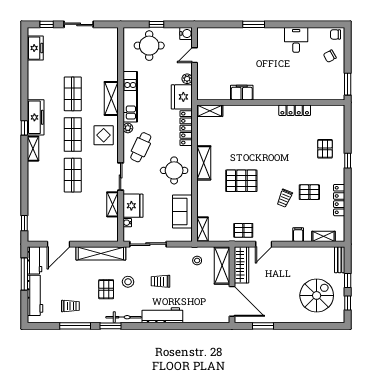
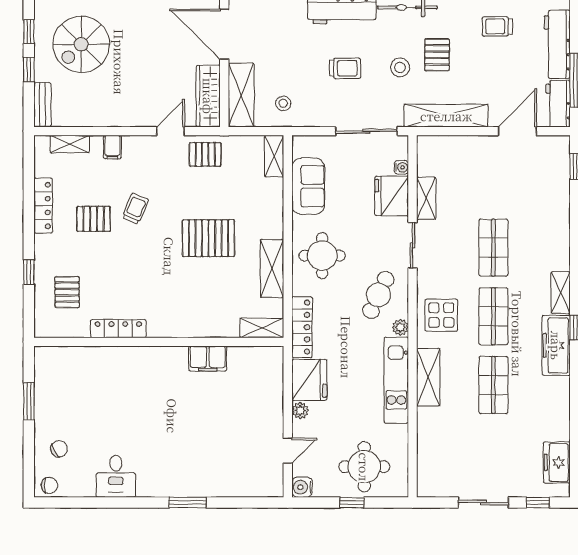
filing cabinet: (242, 93) -> (208, 359), moved
wall: (271, 102) -> (159, 342), moved
locker: (295, 110) -> (118, 329), moved
shelving: (210, 111) -> (262, 328), moved

